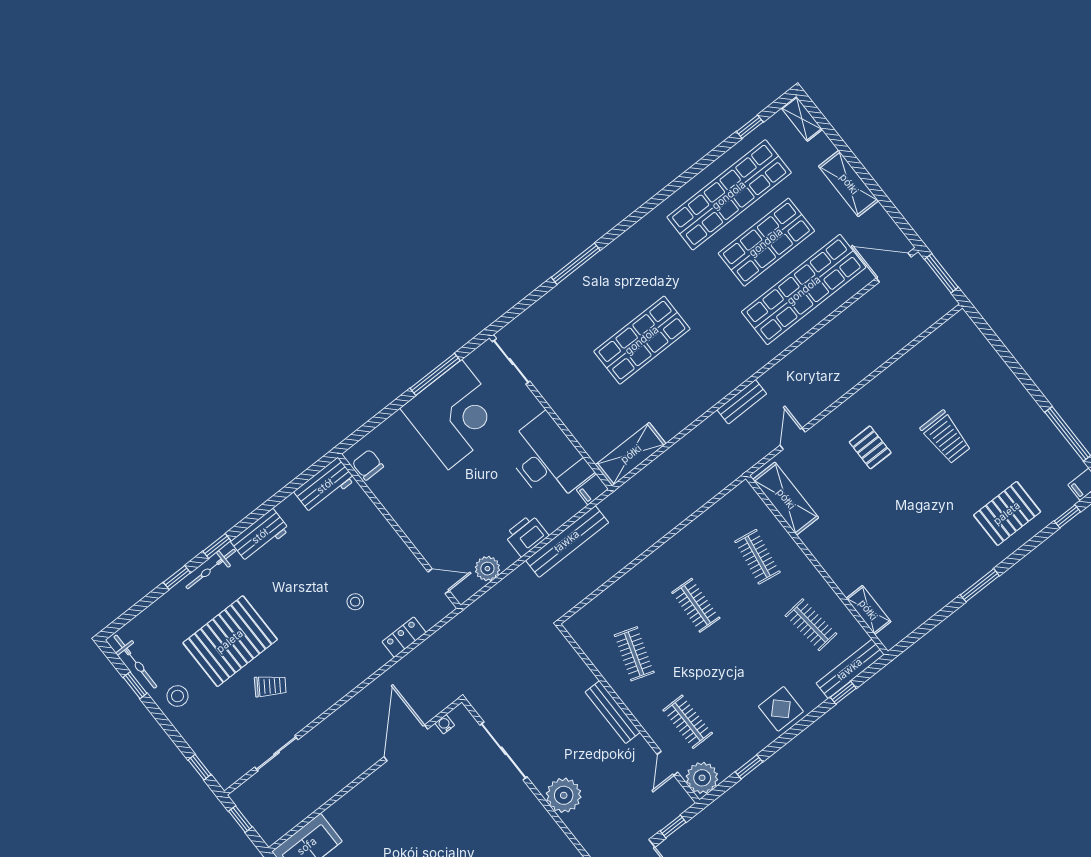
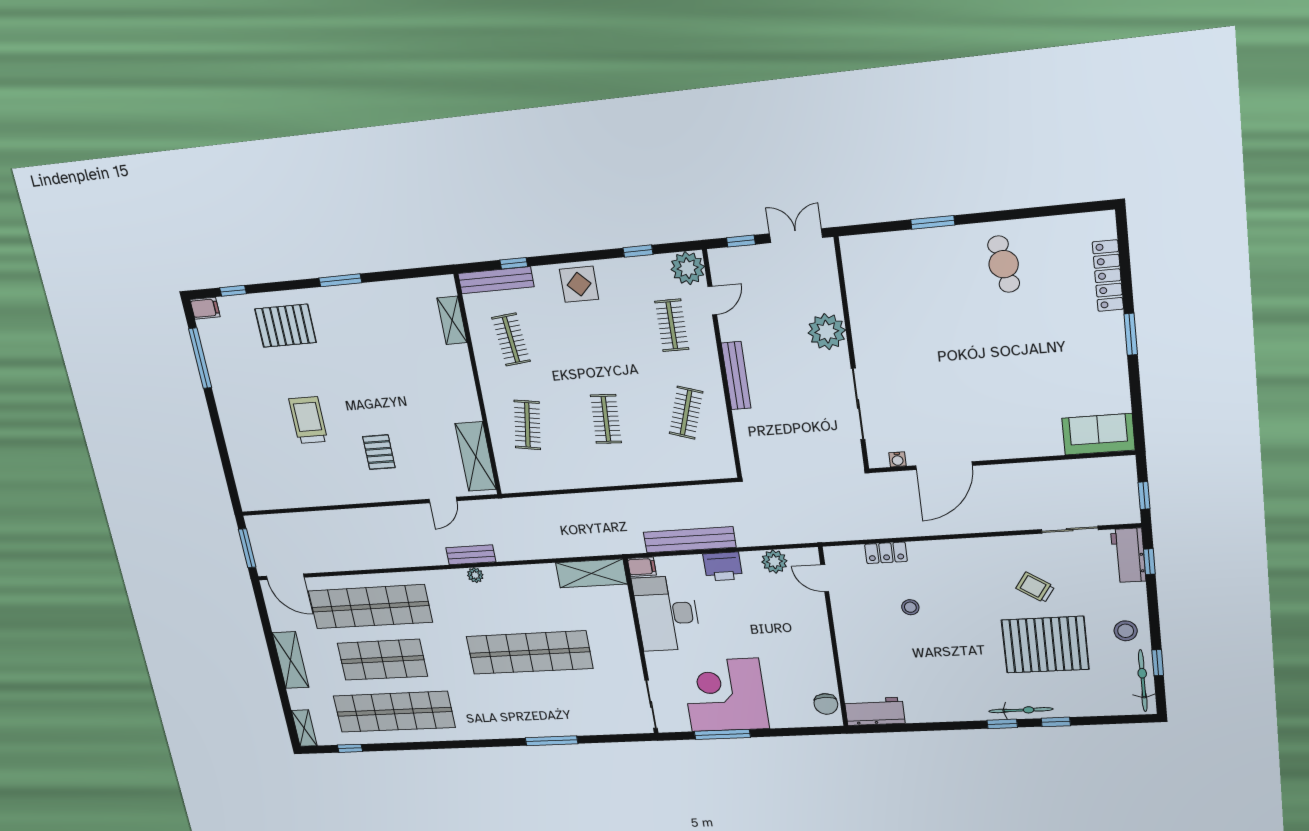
shop shelf: (642, 340) -> (530, 653), width x1.40
plant: (728, 384) -> (475, 575), added
workbench: (260, 536) -> (1128, 555), moved, turned -90

